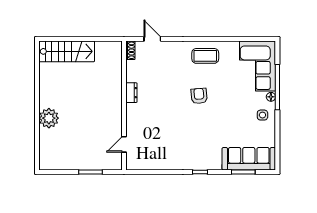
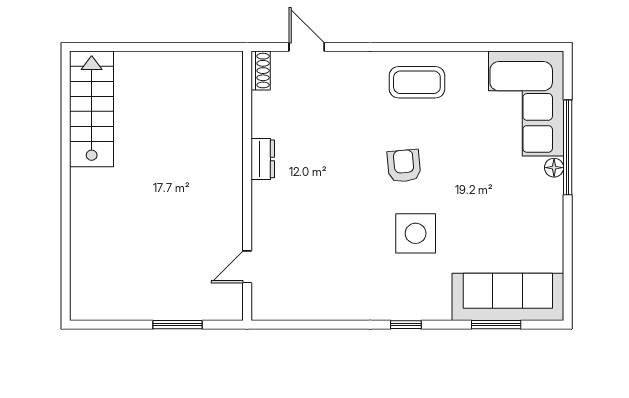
stairs: (67, 51) -> (92, 109), moved, turned -90
side table: (262, 115) -> (416, 233), moved, width x1.87, depth x1.87
plant: (49, 118) -> (90, 212), removed

